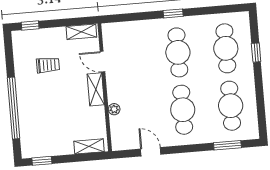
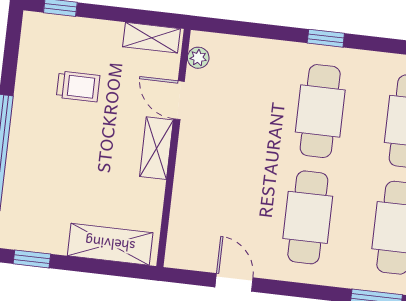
plant: (114, 109) -> (198, 58), moved
shelving: (89, 146) -> (110, 244), width x1.50, depth x1.33

